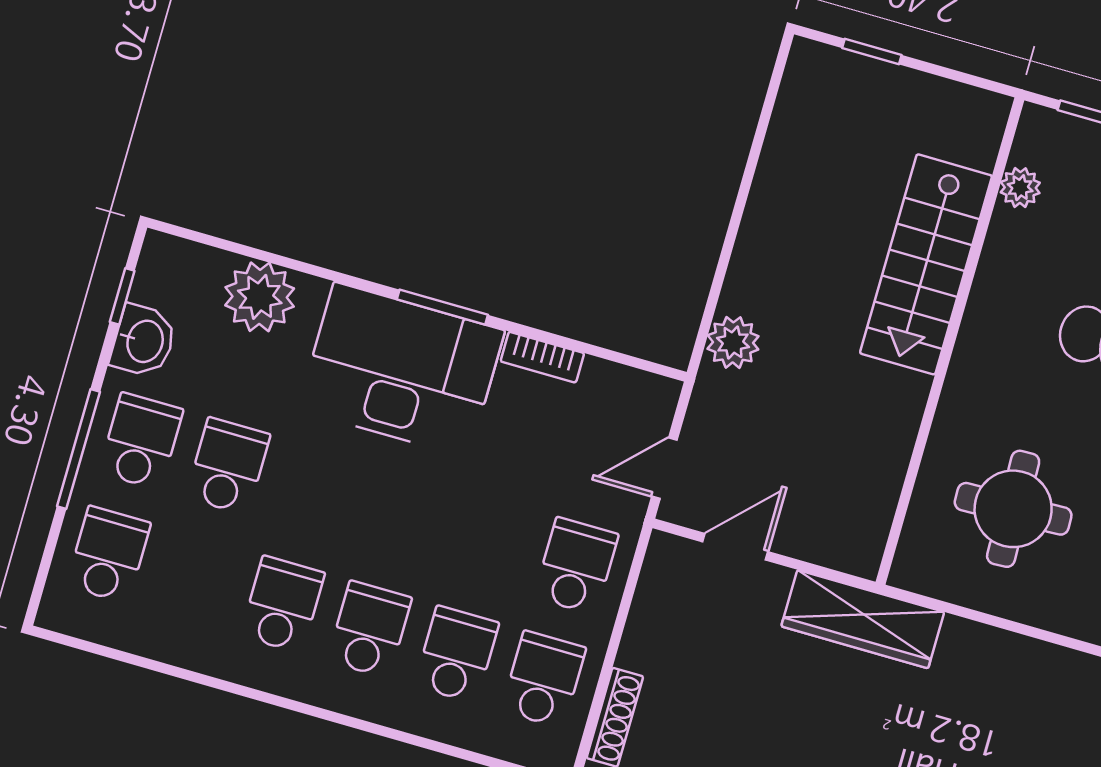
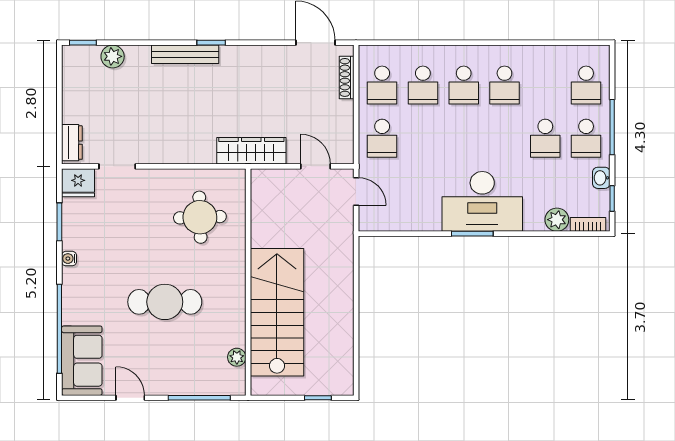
stairs: (926, 264) -> (277, 312), width x1.36, depth x1.51
plant: (260, 297) -> (557, 220), width x0.73, depth x0.73
washbasin: (143, 341) -> (601, 178), width x0.72, depth x0.69
plant: (733, 342) -> (342, 254), removed
bookcase: (542, 357) -> (588, 224), moved
door: (664, 468) -> (356, 191), hinge flipped
door: (735, 547) -> (316, 166), swing flipped

